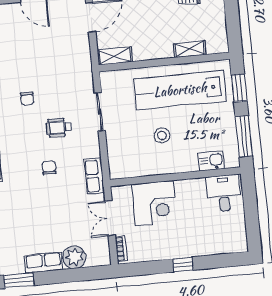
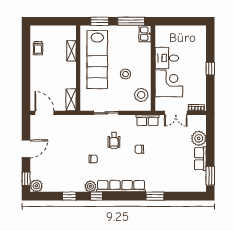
kitchen sink: (211, 161) -> (145, 34), moved
stool: (132, 163) -> (141, 95), added
desk: (224, 193) -> (167, 58), moved

